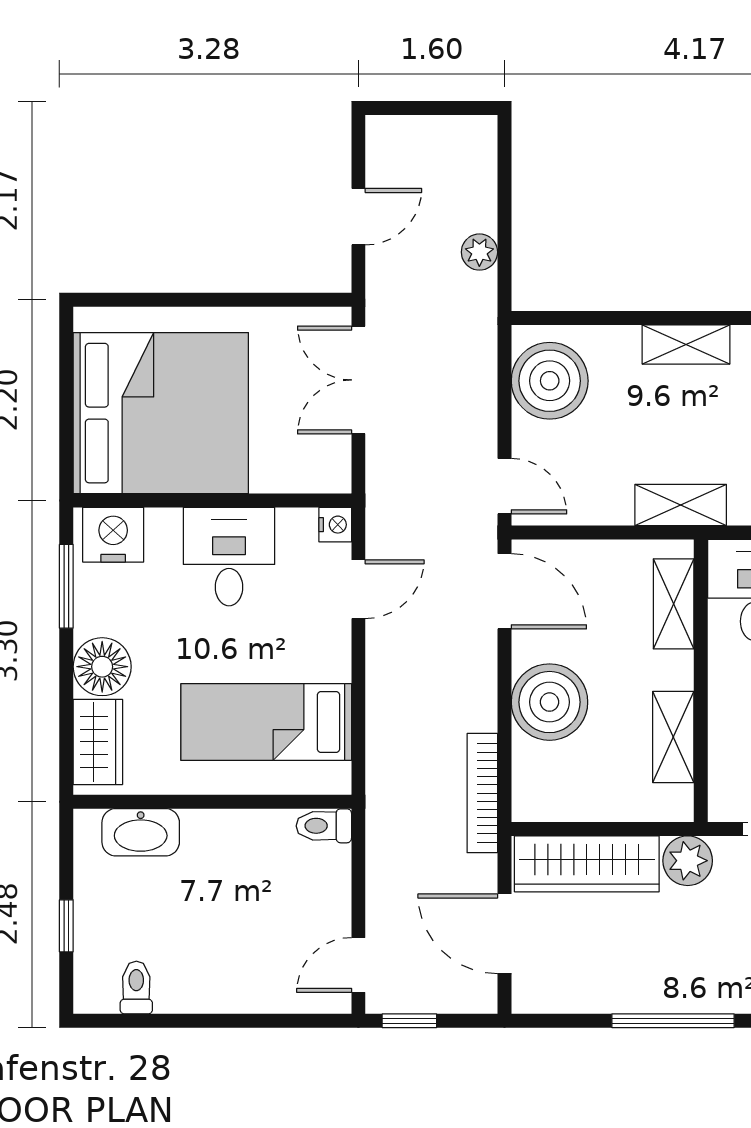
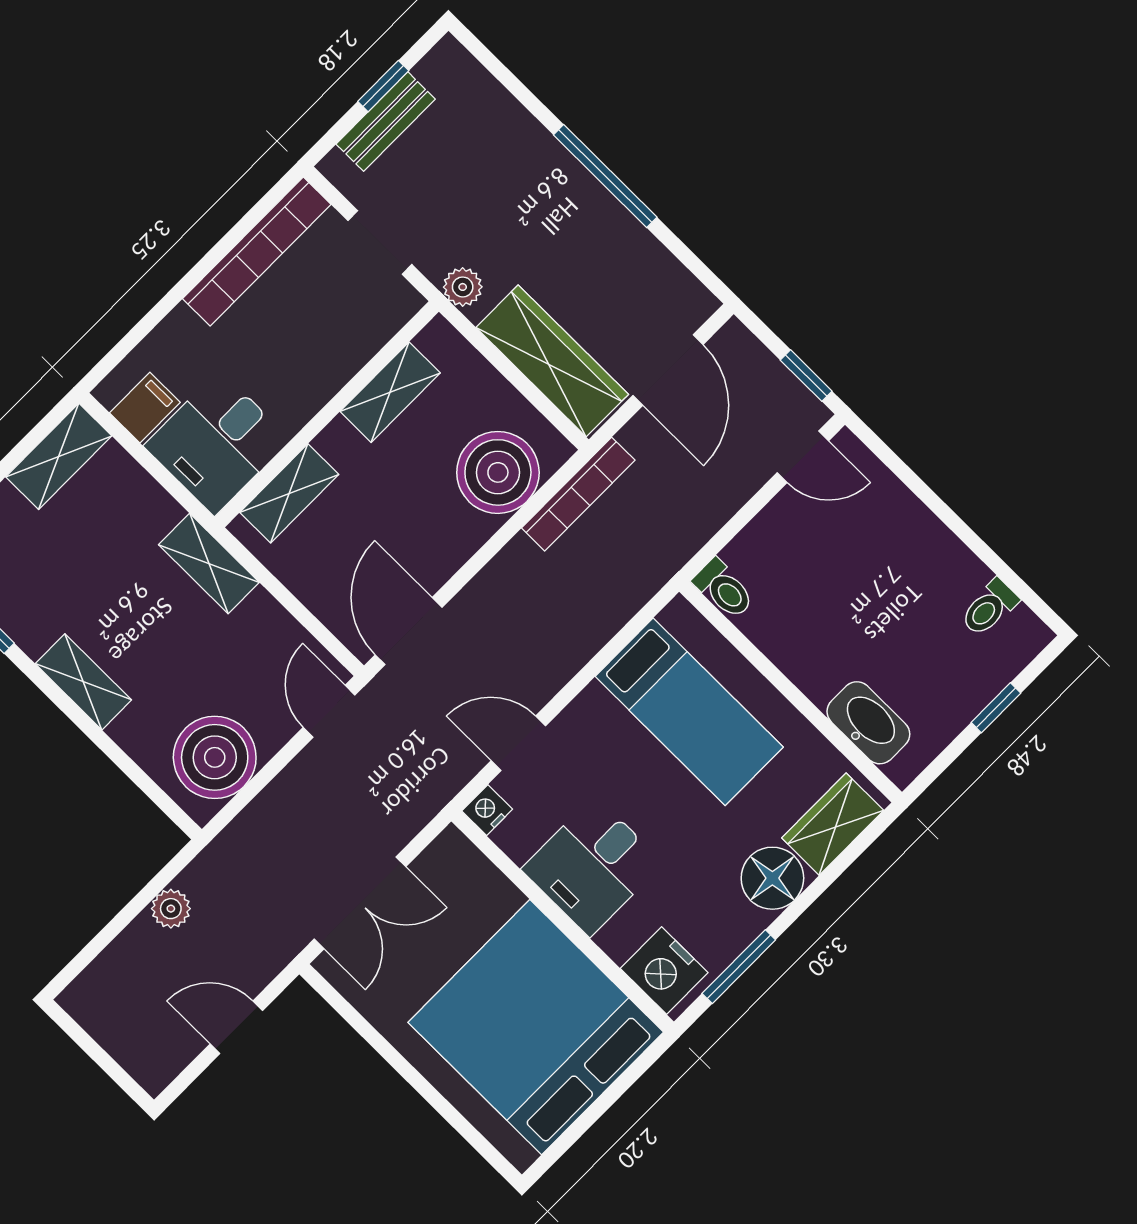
boiler: (550, 702) -> (498, 472), moved
plant: (688, 861) -> (463, 287), width x0.73, depth x0.73

